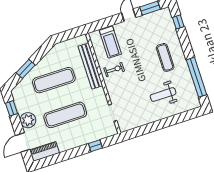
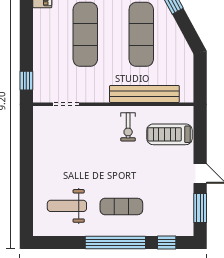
window: (196, 77) -> (115, 243), moved
weight bench: (163, 95) -> (67, 206), moved, turned -90
window: (95, 146) -> (26, 81), moved

